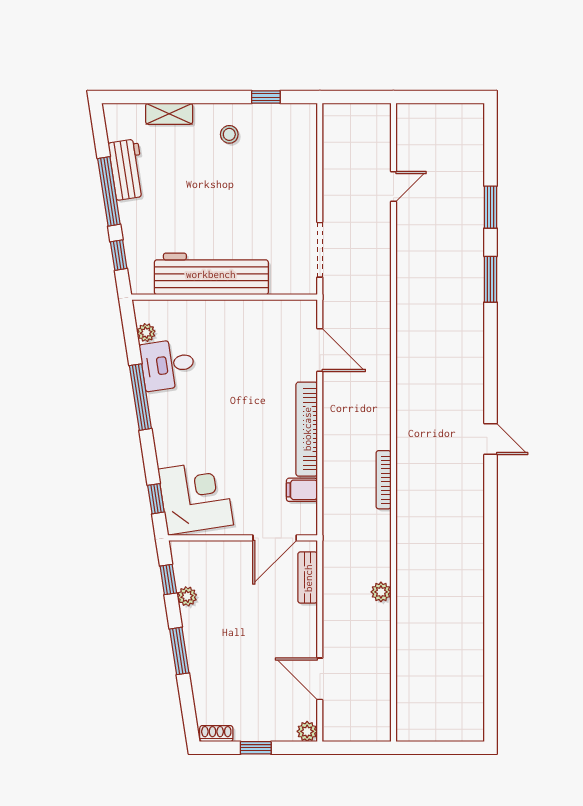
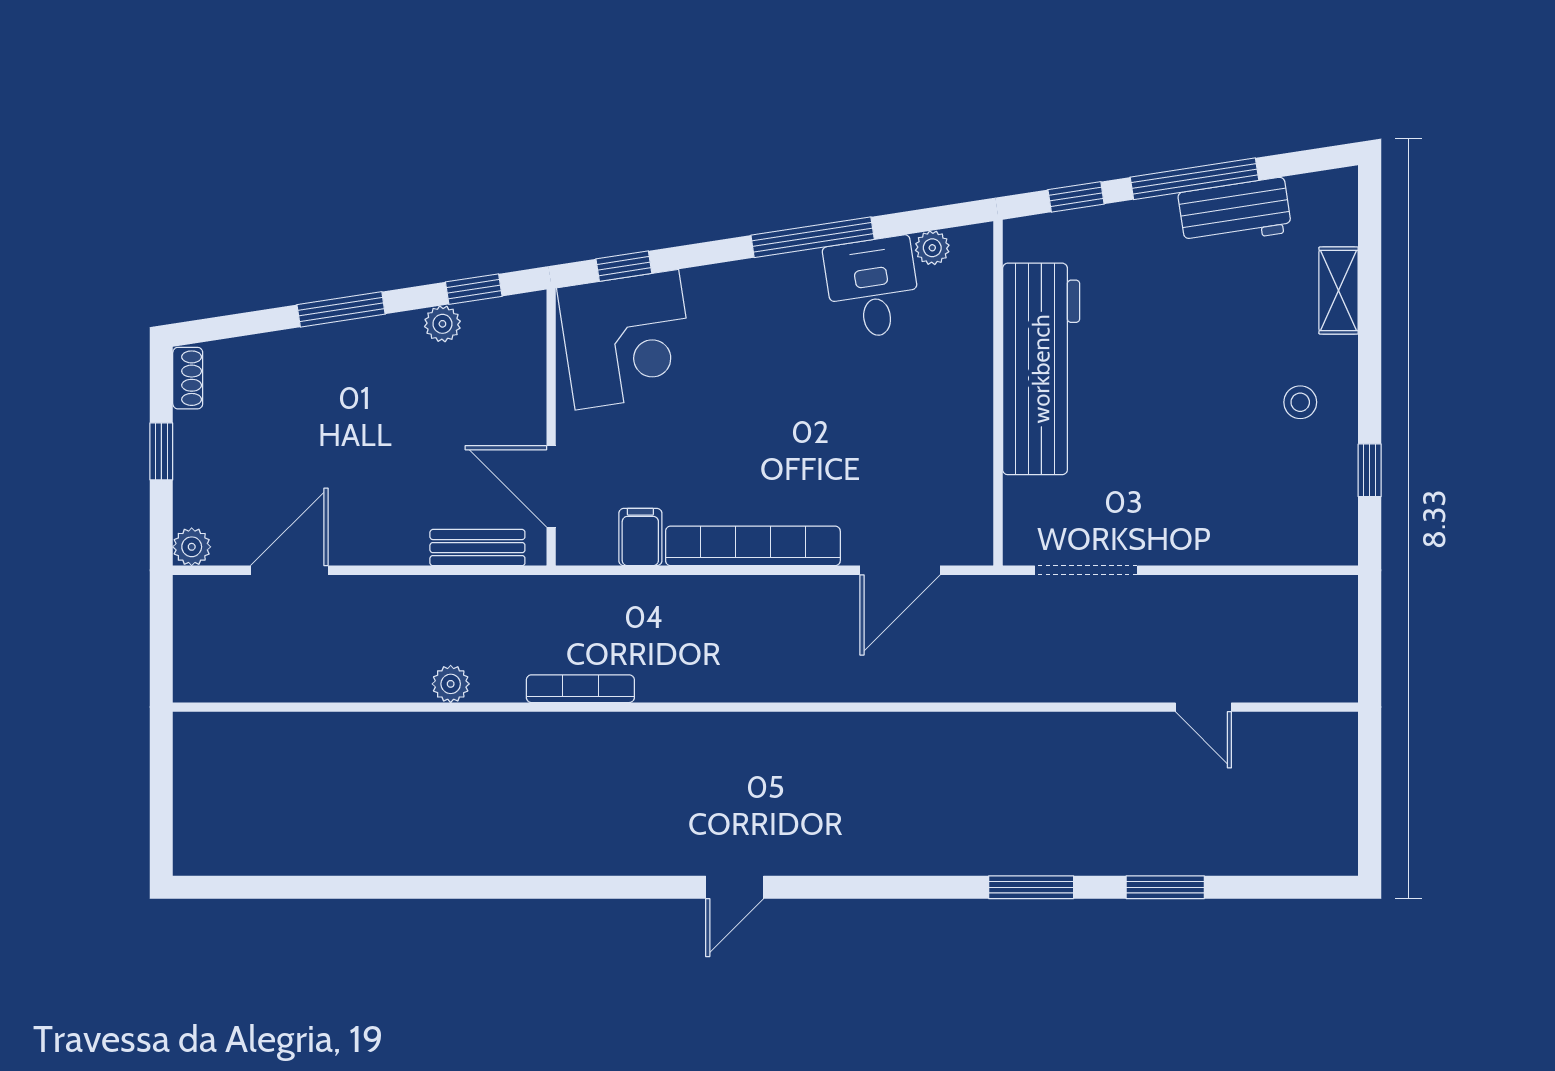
bookcase: (384, 480) -> (580, 689), moved

